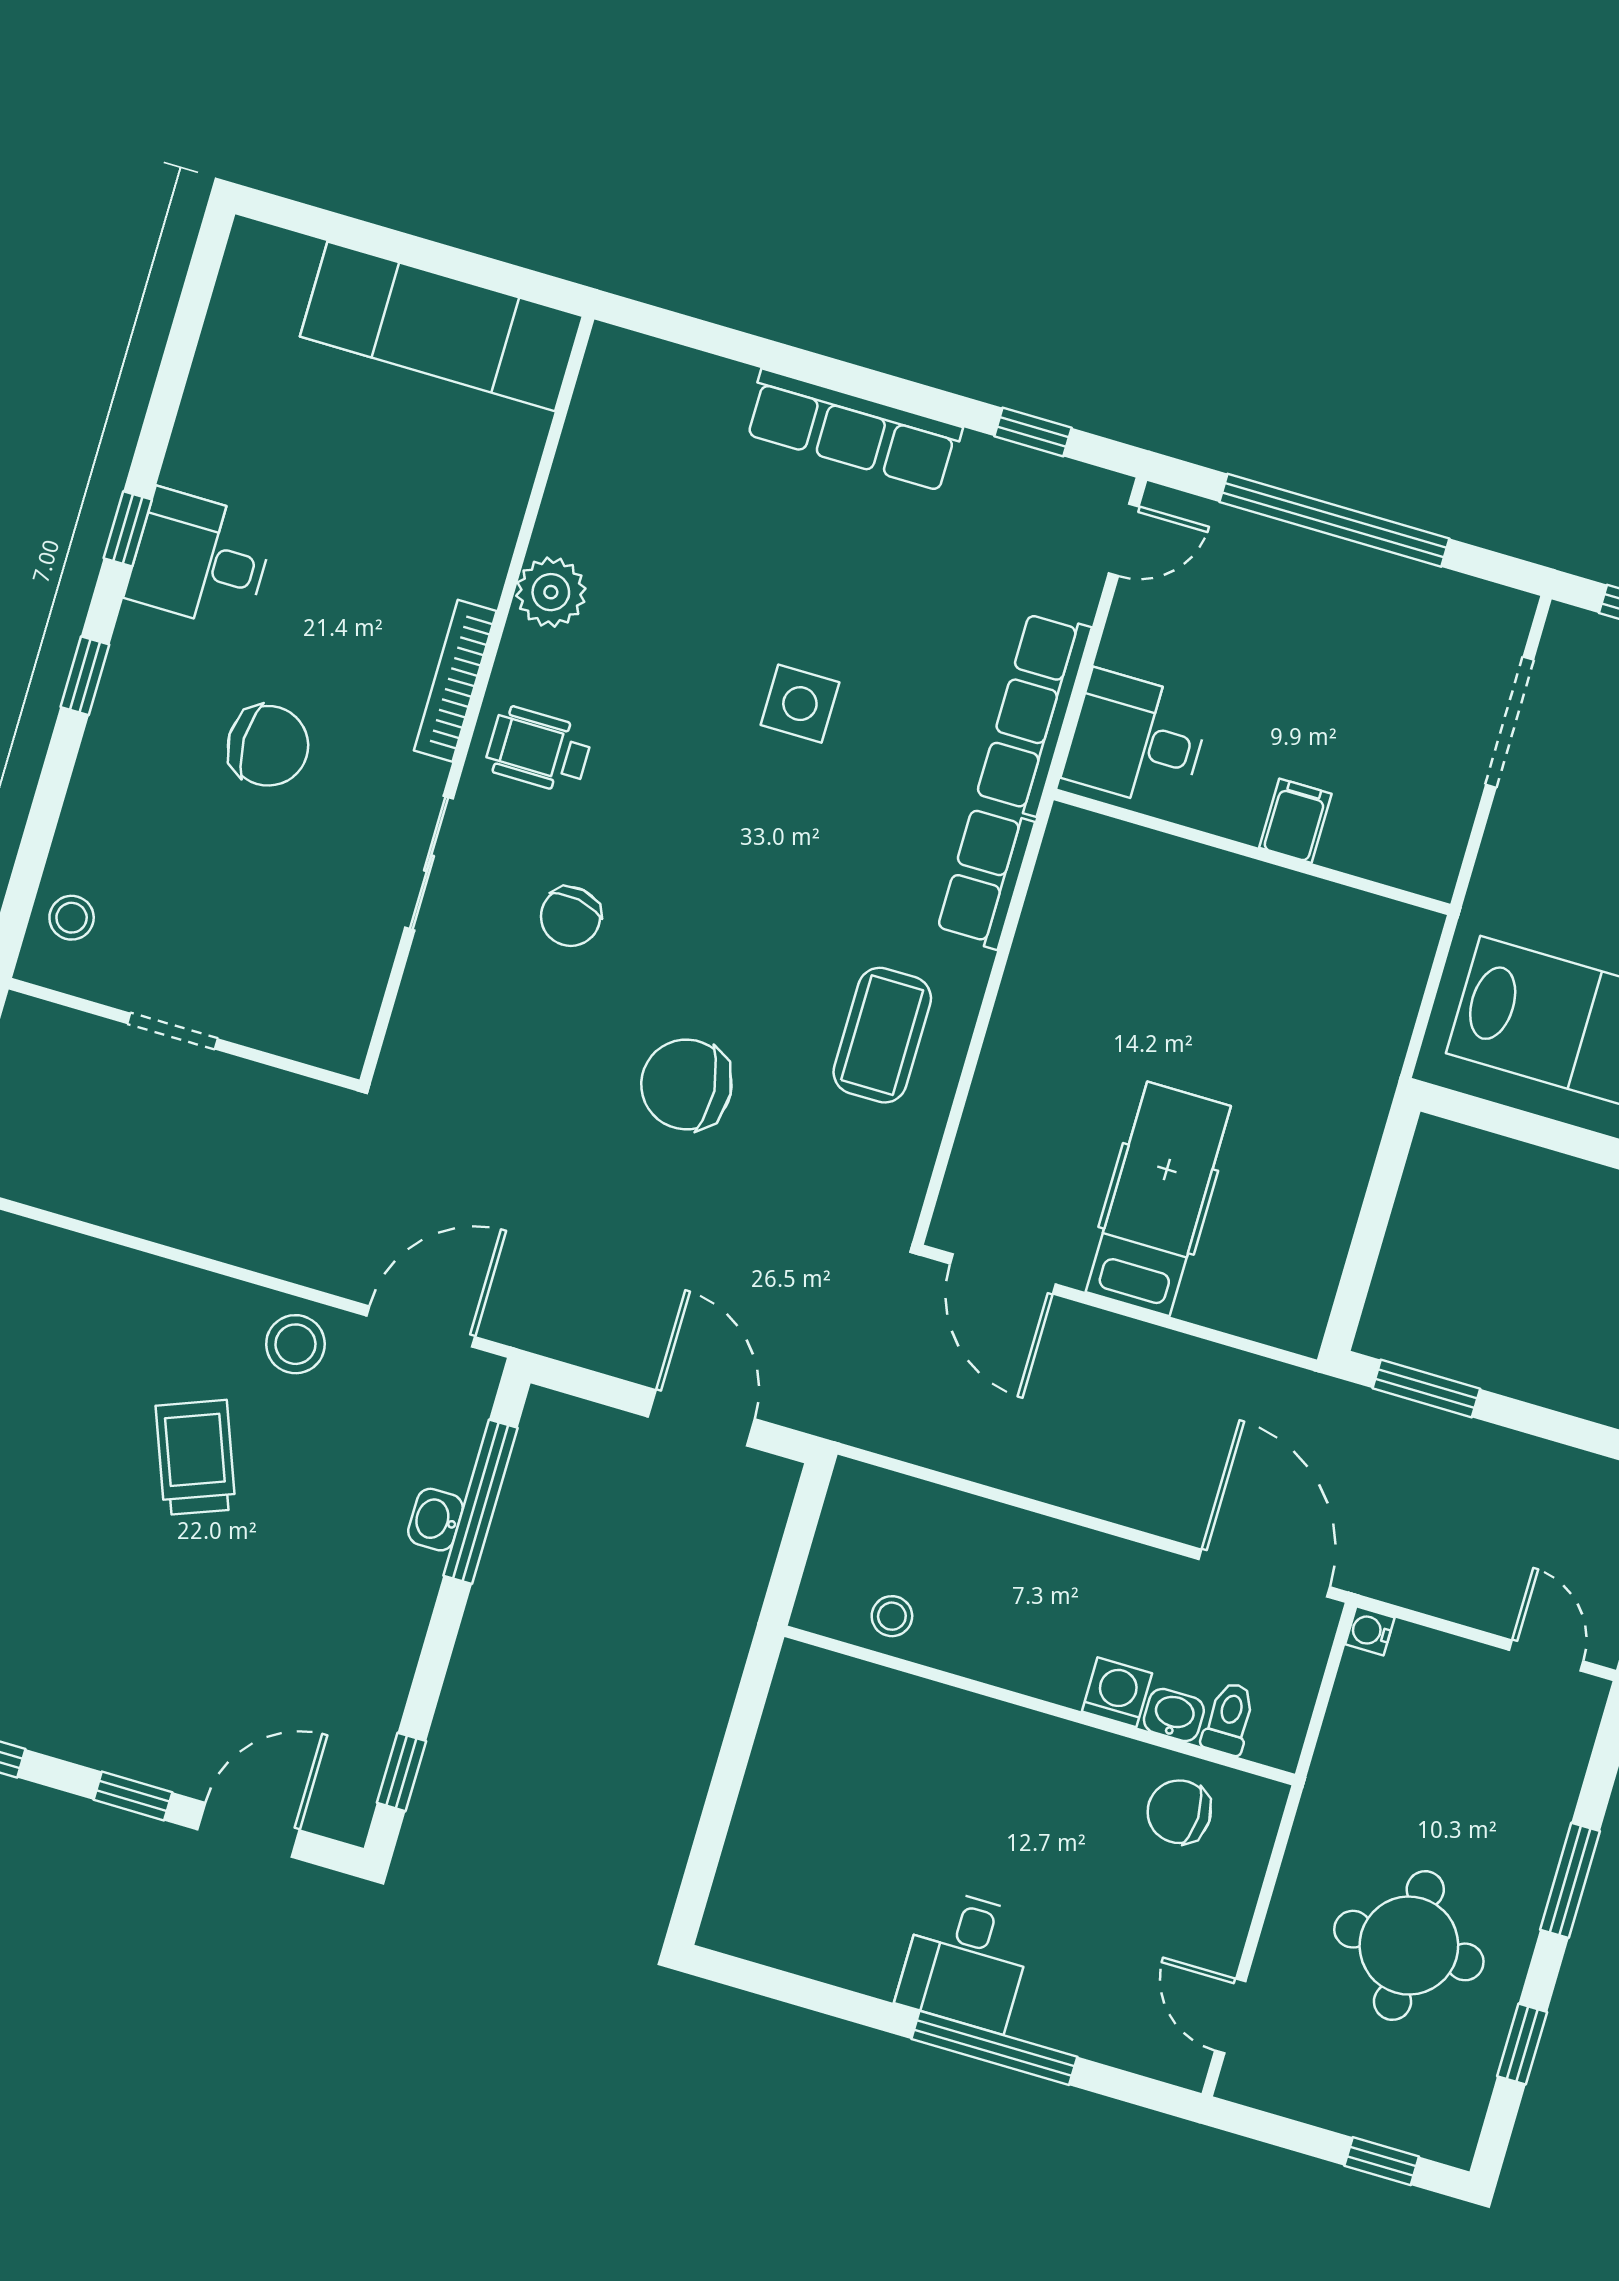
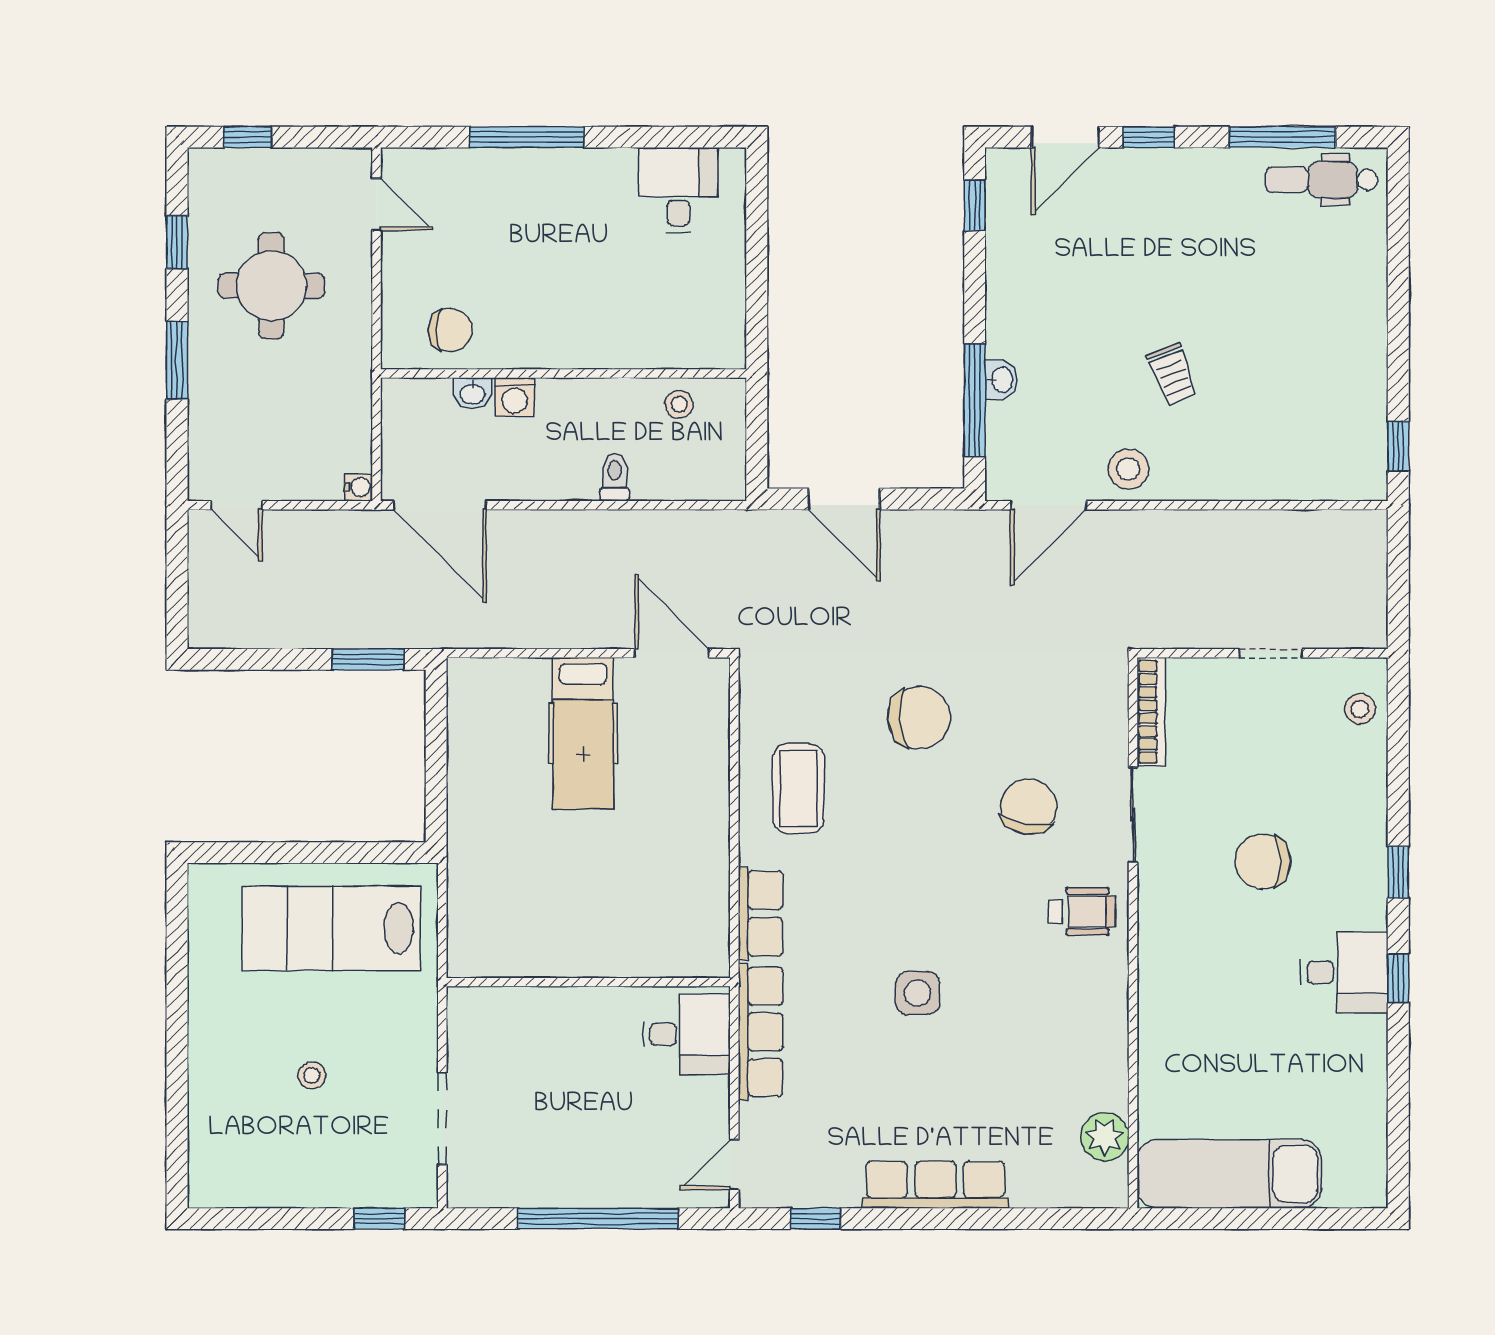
plant: (551, 592) -> (1105, 1137), moved
bookcase: (455, 681) -> (1151, 712), moved
filing cabinet: (1295, 821) -> (565, 1011), removed
chair: (571, 917) -> (1029, 807), width x1.37, depth x1.37
trolley: (196, 1458) -> (1173, 374), width x0.73, depth x0.72
toilet: (1229, 1719) -> (615, 477), moved, turned 180
desk: (966, 1960) -> (678, 190), moved

